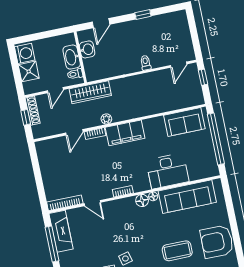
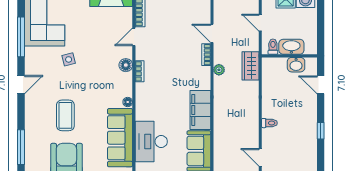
wardrobe: (90, 92) -> (251, 66), width x0.67
filing cabinet: (125, 133) -> (200, 110), moved
desk: (167, 171) -> (151, 141), moved
floor lamp: (142, 200) -> (126, 65), moved

